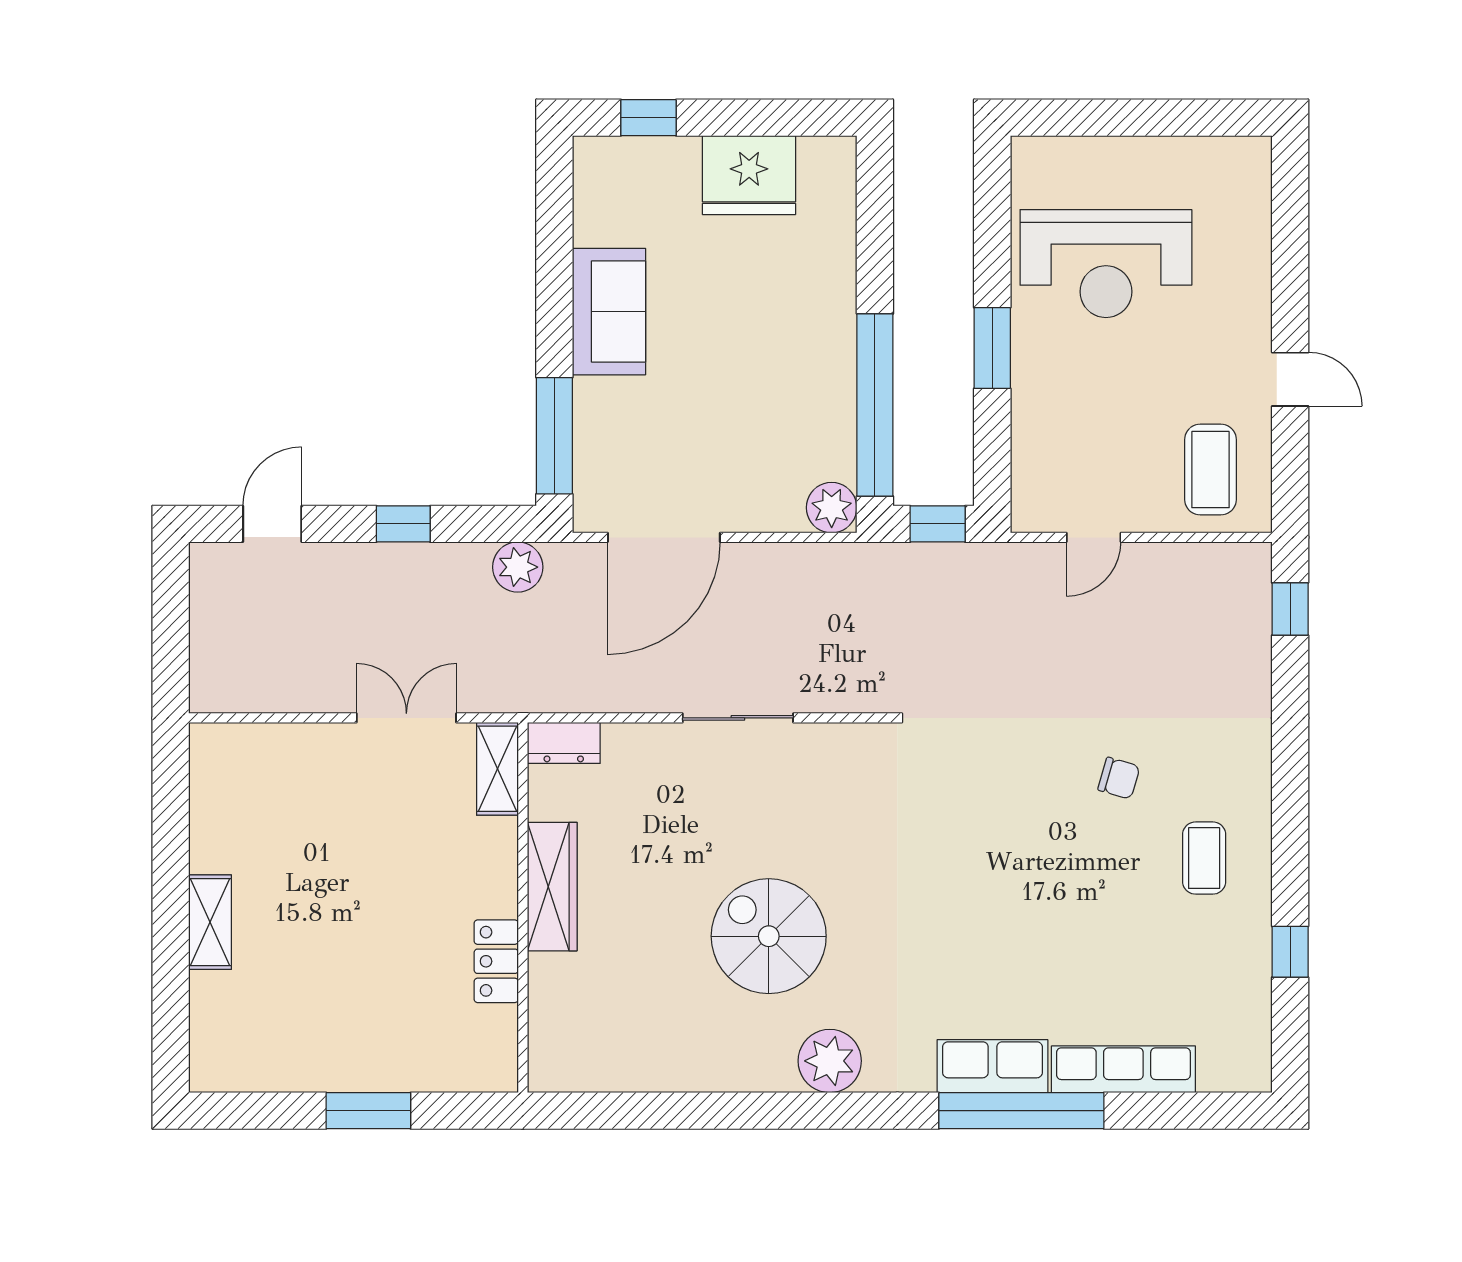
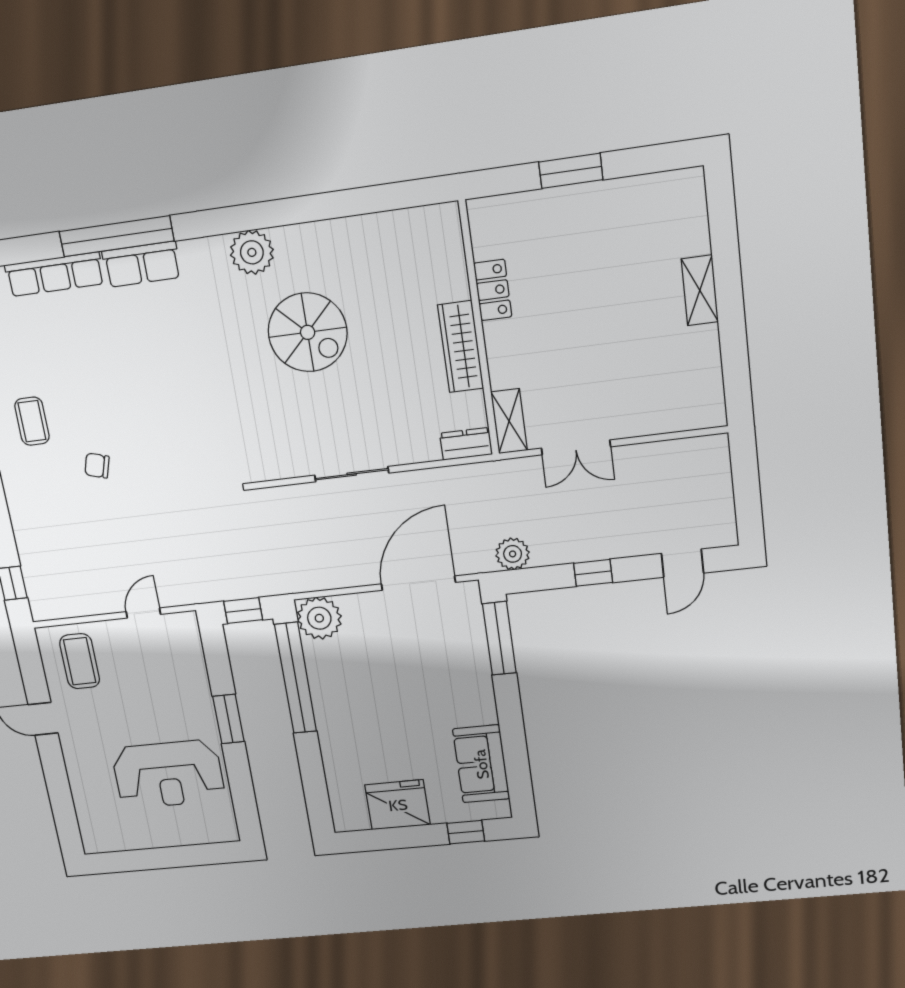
reception desk: (1106, 264) -> (168, 774), turned 180
sofa: (609, 312) -> (481, 764), moved
plant: (832, 508) -> (319, 618), width x1.36, depth x1.36

